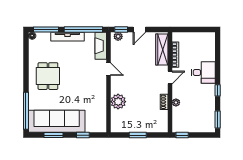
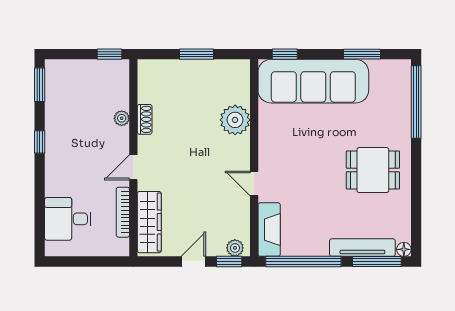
tv unit: (67, 37) -> (362, 248), moved
desk: (203, 72) -> (68, 219), moved
dining table: (48, 76) -> (373, 170), turned 90
sofa: (57, 121) -> (313, 81), moved
window: (83, 135) -> (285, 54), moved

